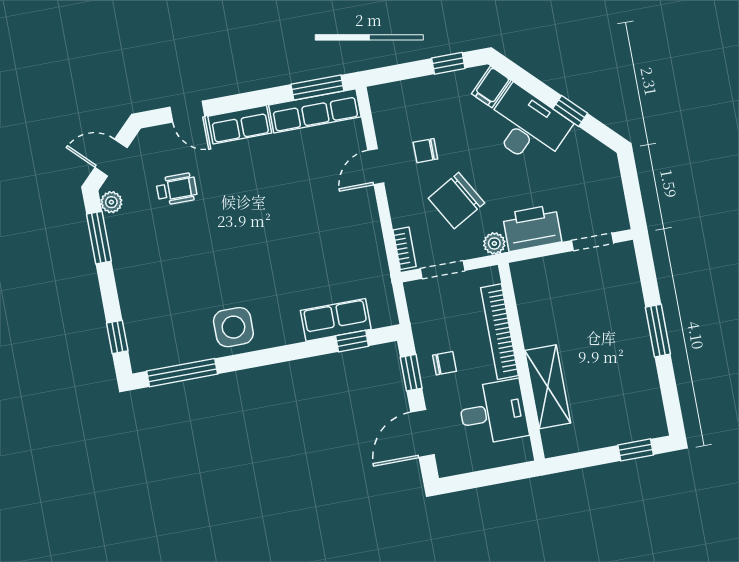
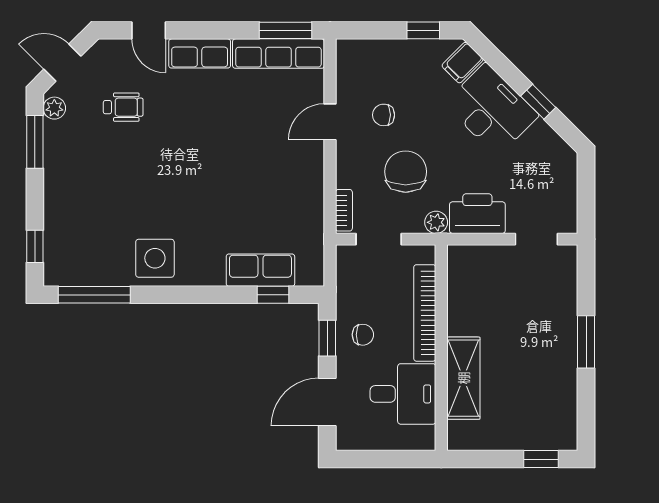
chair: (456, 201) -> (406, 172), turned 120

